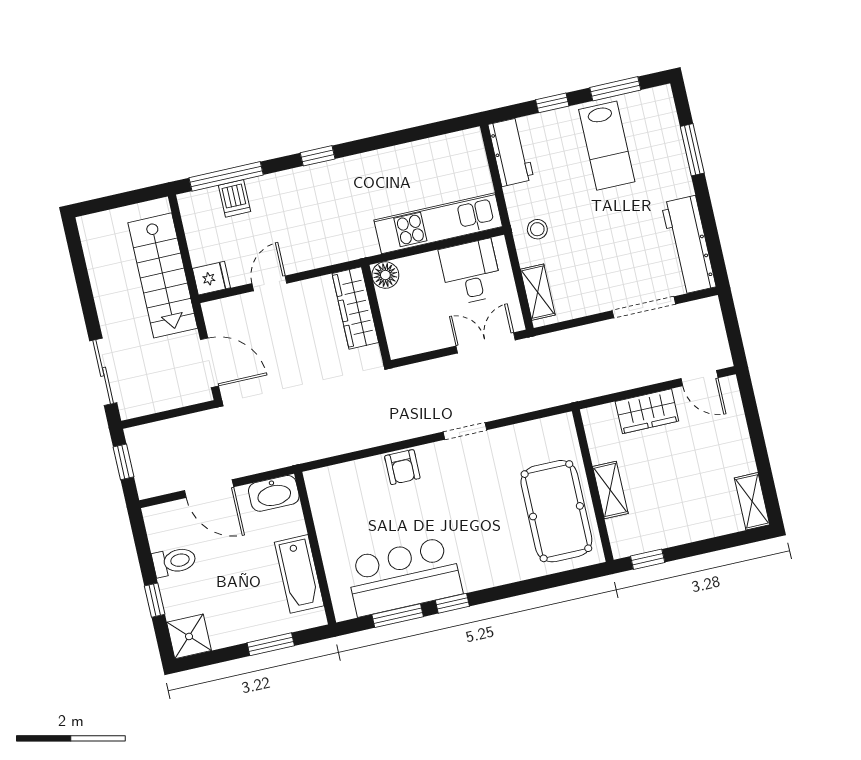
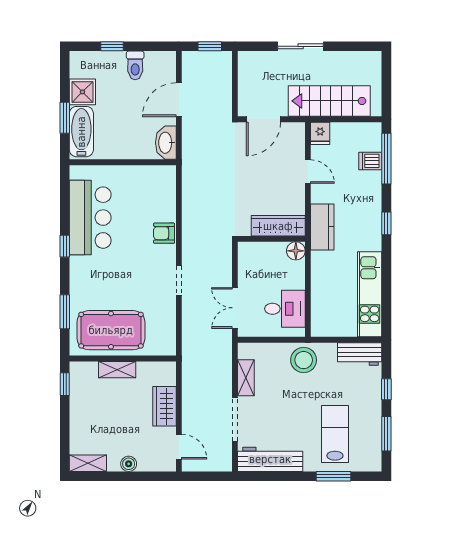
lab bench: (607, 146) -> (335, 434), moved, turned 90
kitchen unit: (438, 223) -> (370, 294), moved, turned 180
stool: (537, 229) -> (304, 360), width x1.89, depth x1.89
kitchen counter: (343, 245) -> (322, 227), added
shelving: (538, 292) -> (246, 378), moved, turned 90
double door: (486, 343) -> (235, 308), swing flipped
sliding door: (103, 372) -> (301, 46), moved
door: (699, 378) -> (179, 447), swing flipped
boiler: (740, 444) -> (129, 464), added
bathtub: (299, 574) -> (81, 132), moved, turned 90
window: (398, 616) -> (65, 312), moved
shower: (189, 636) -> (82, 92), moved

